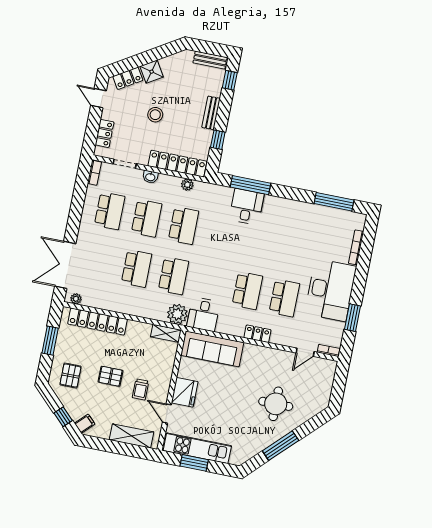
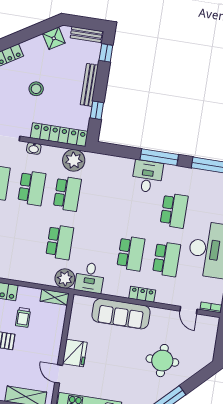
shower: (152, 72) -> (54, 38), moved
bench: (211, 113) -> (89, 85), width x1.36
plant: (187, 185) -> (74, 160), width x1.87, depth x1.87
window: (251, 185) -> (159, 157), moved
desk: (247, 207) -> (147, 176), moved
school desk: (137, 268) -> (174, 211), moved
sofa: (212, 349) -> (121, 314), moved
door: (305, 352) -> (189, 310), hinge flipped
trolley: (141, 389) -> (23, 317), moved

